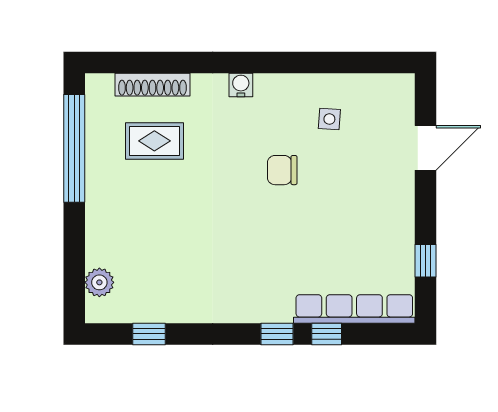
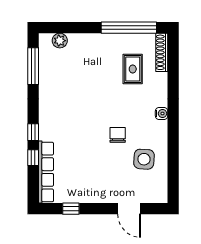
shoe rack: (152, 85) -> (162, 52), moved
side table: (329, 119) -> (144, 159), width x1.87, depth x1.87
window: (149, 334) -> (33, 66), width x2.17

